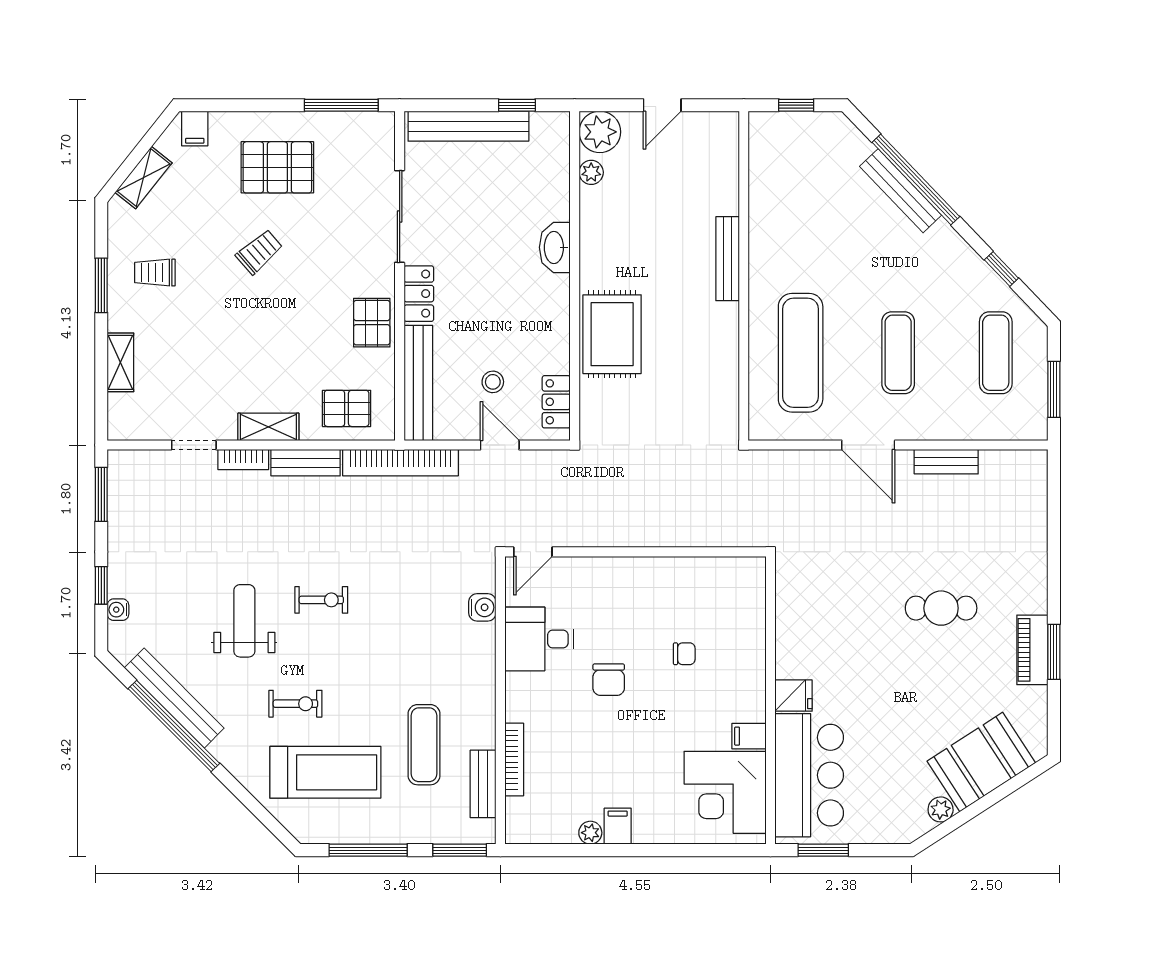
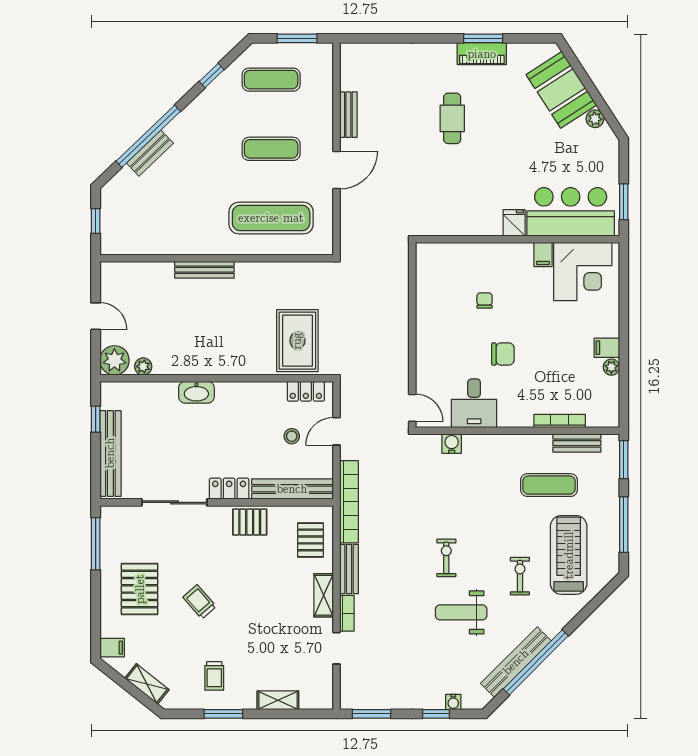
bench: (901, 191) -> (150, 153), width x0.73
rug: (612, 334) -> (297, 341), moved, turned 90

